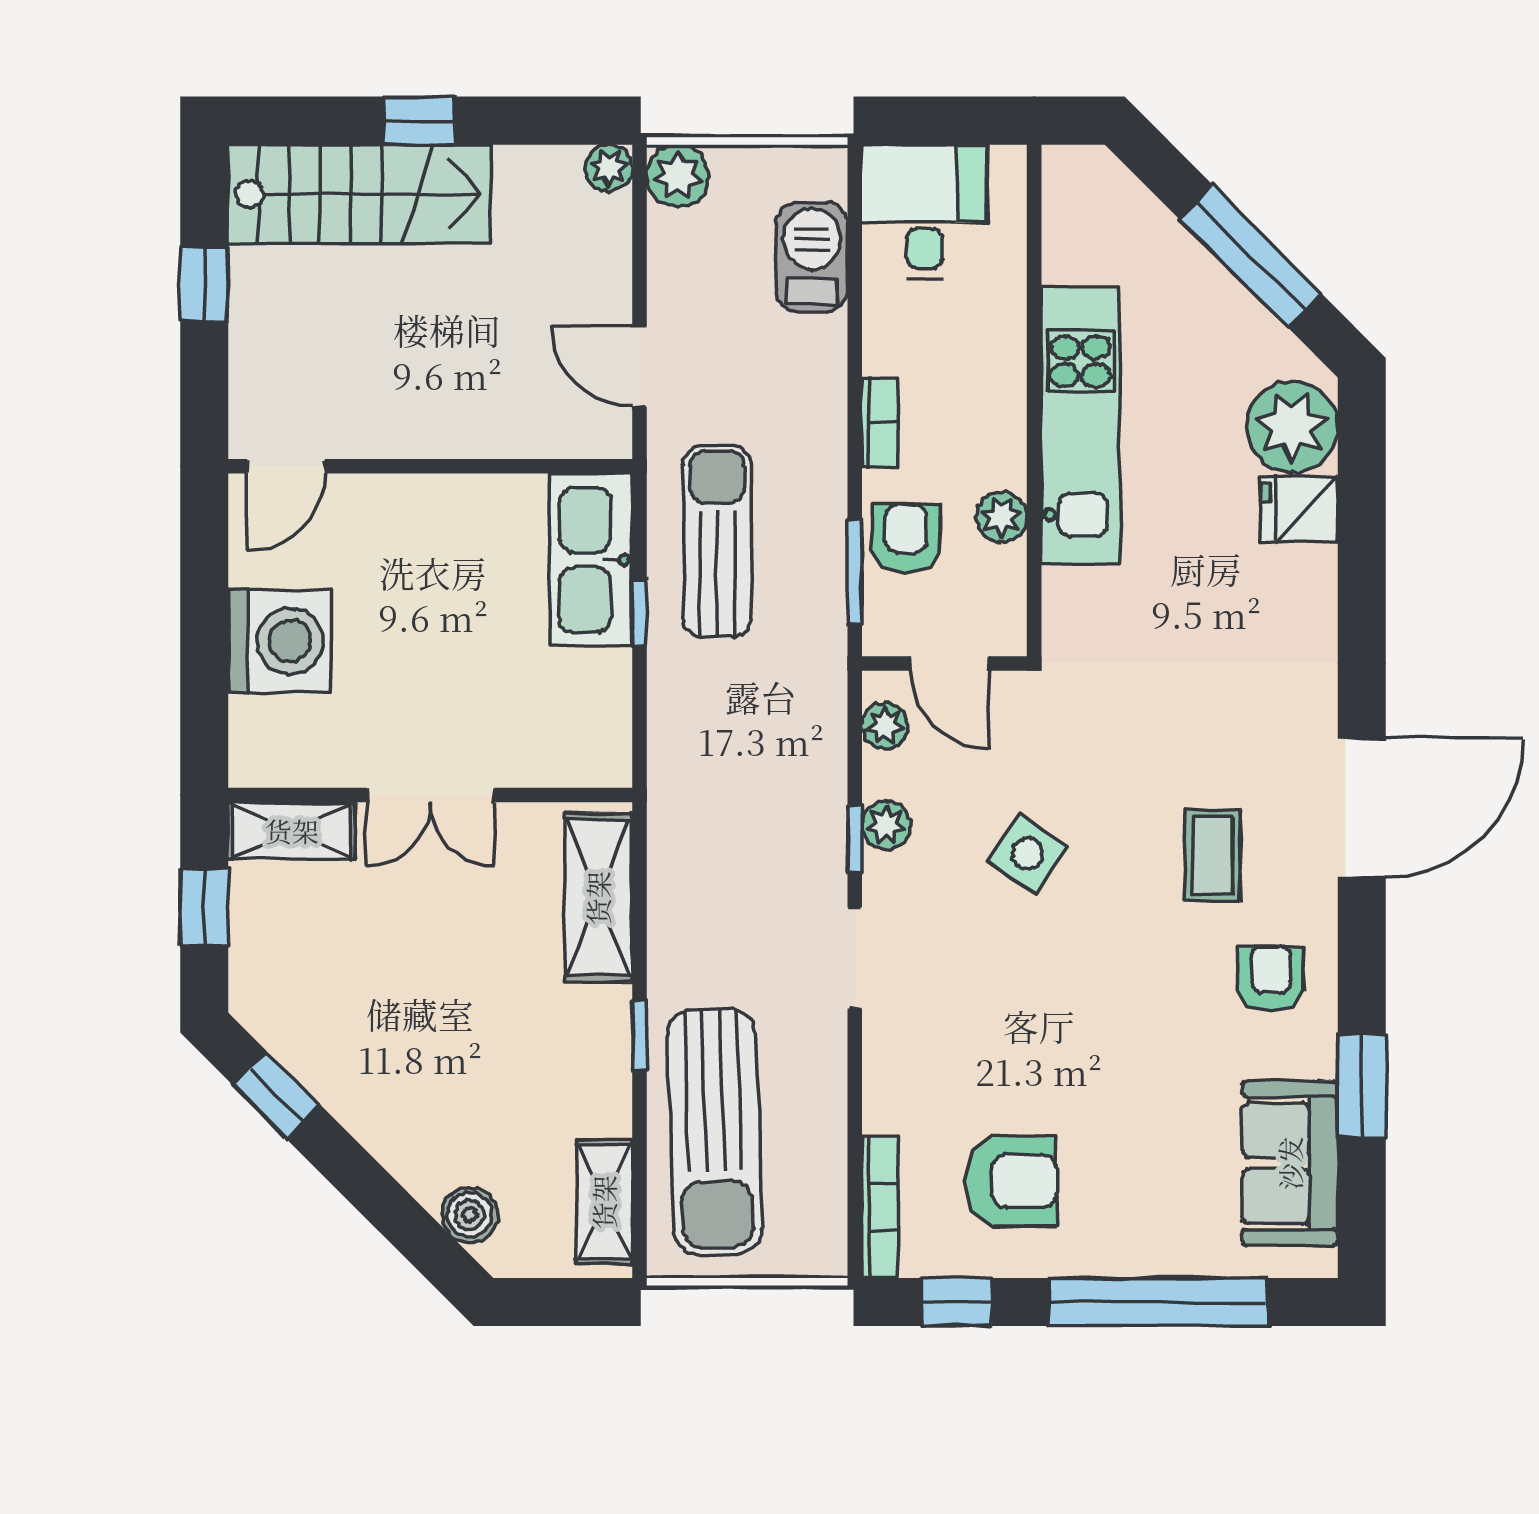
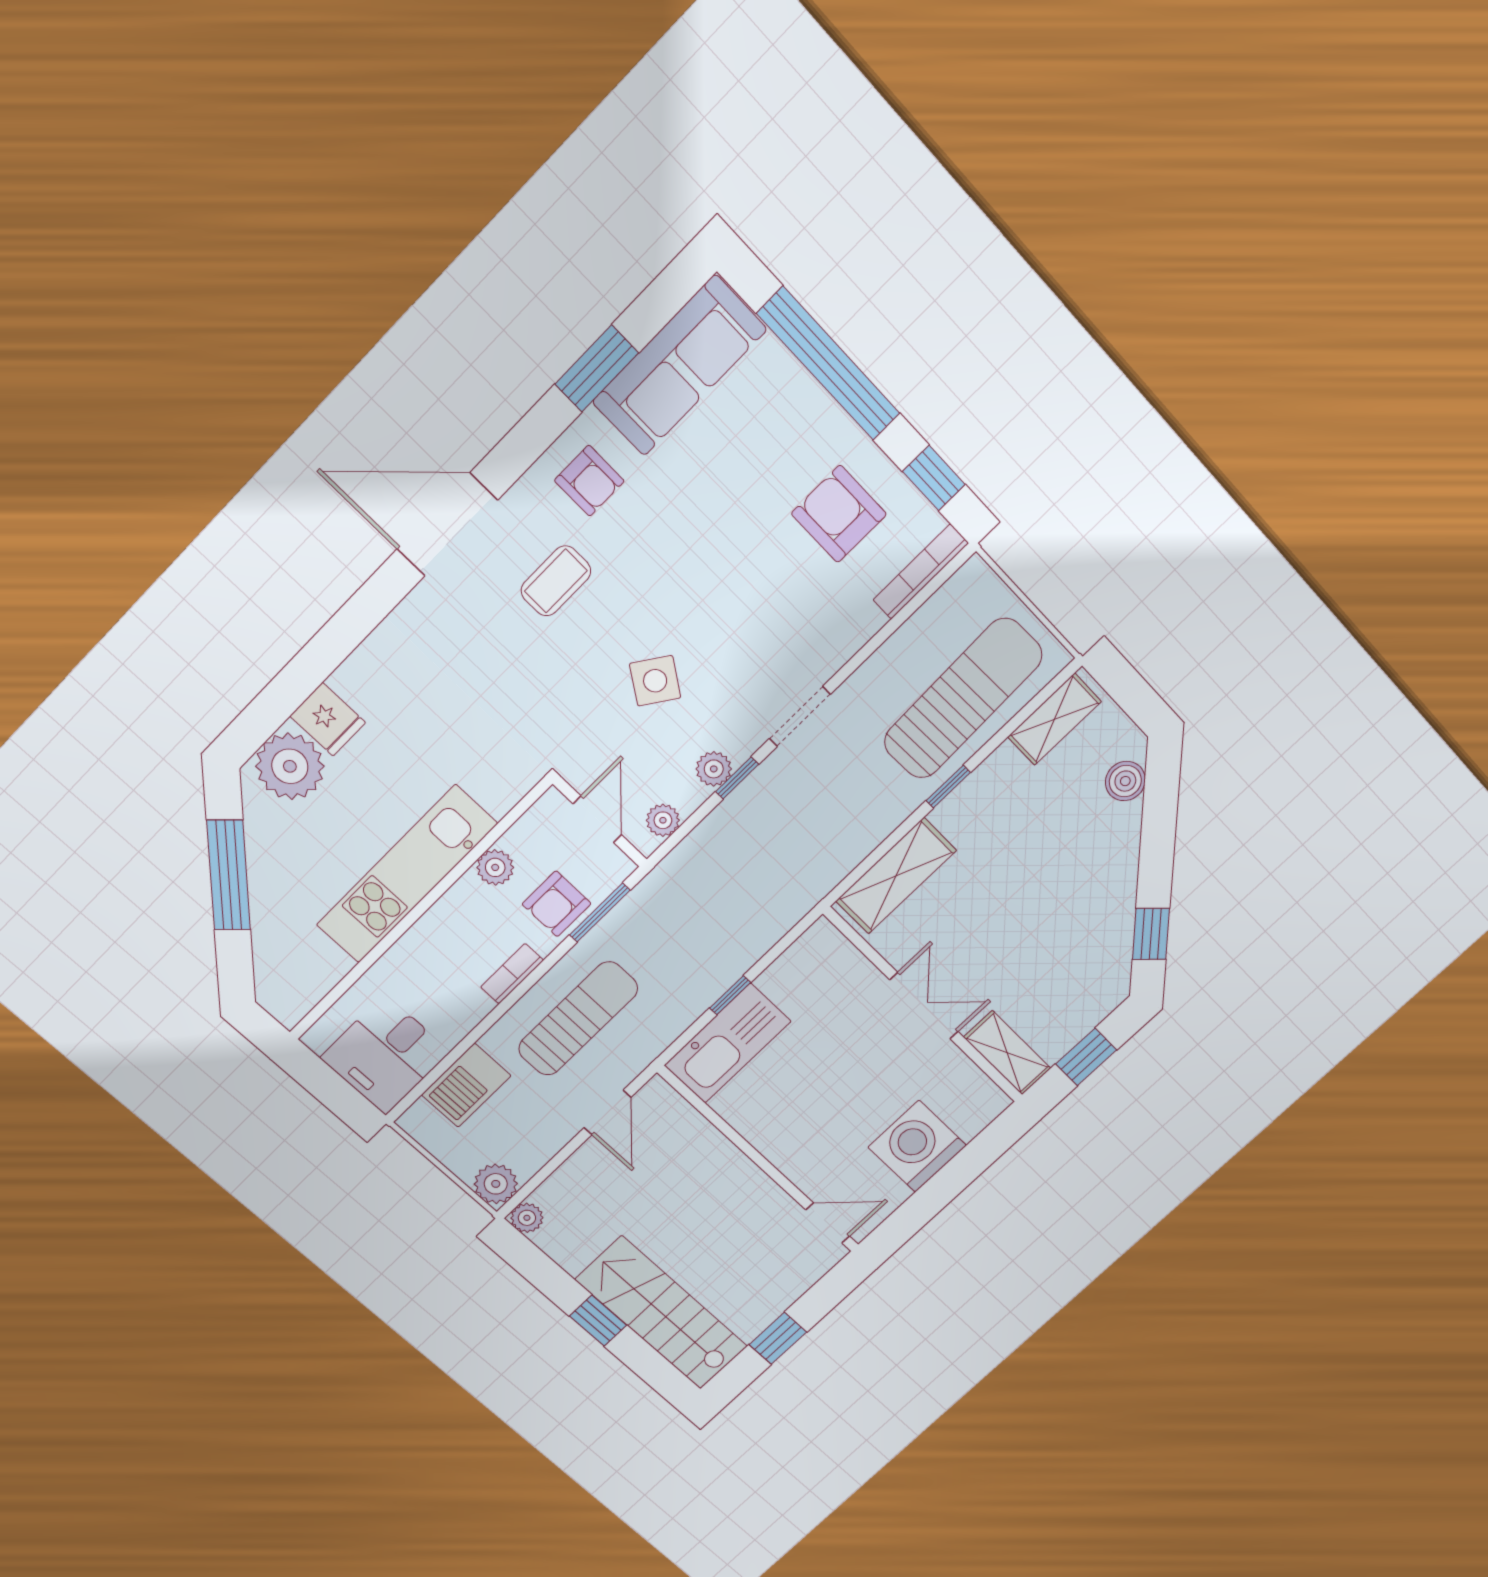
sun lounger: (717, 541) -> (578, 1019), moved, turned 180
armchair: (1271, 978) -> (589, 481), turned -90
sofa: (1290, 1163) -> (679, 366), width x1.36

